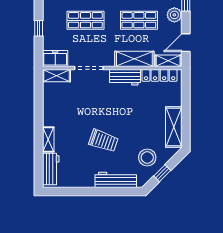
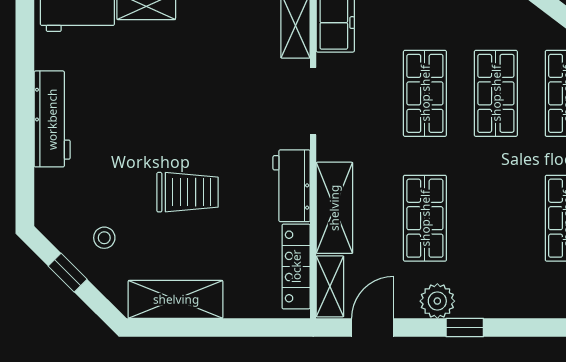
door: (186, 43) -> (373, 328), hinge flipped
trolley: (103, 141) -> (187, 192), moved, turned -109
stool: (147, 157) -> (104, 238), width x0.53, depth x0.53
workbench: (116, 180) -> (52, 119), moved

